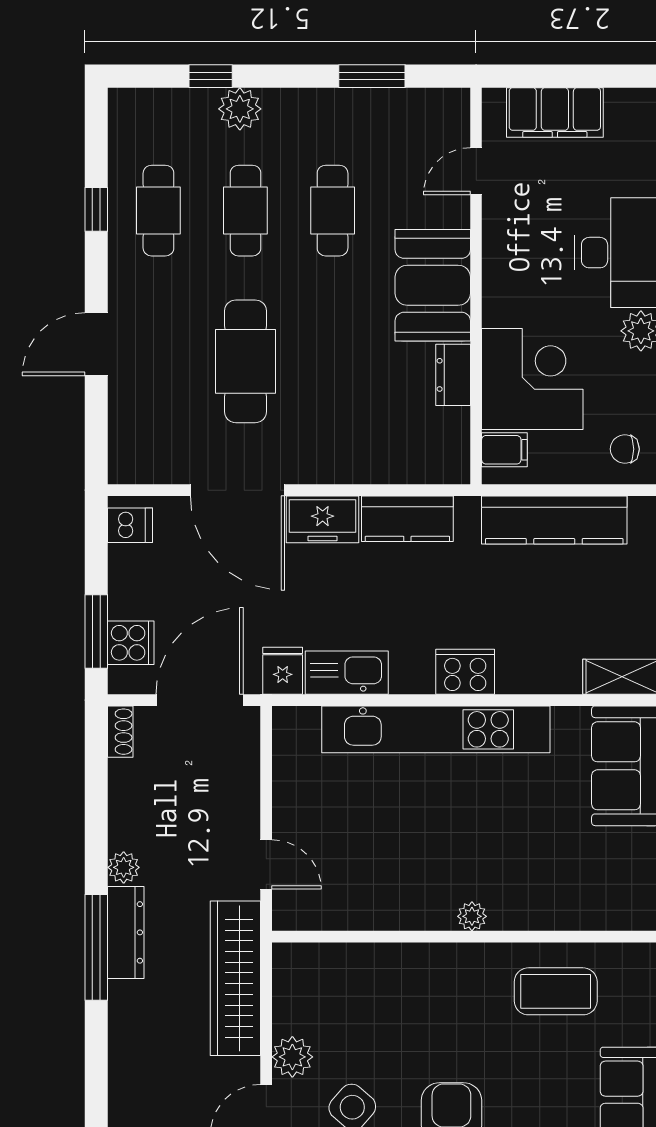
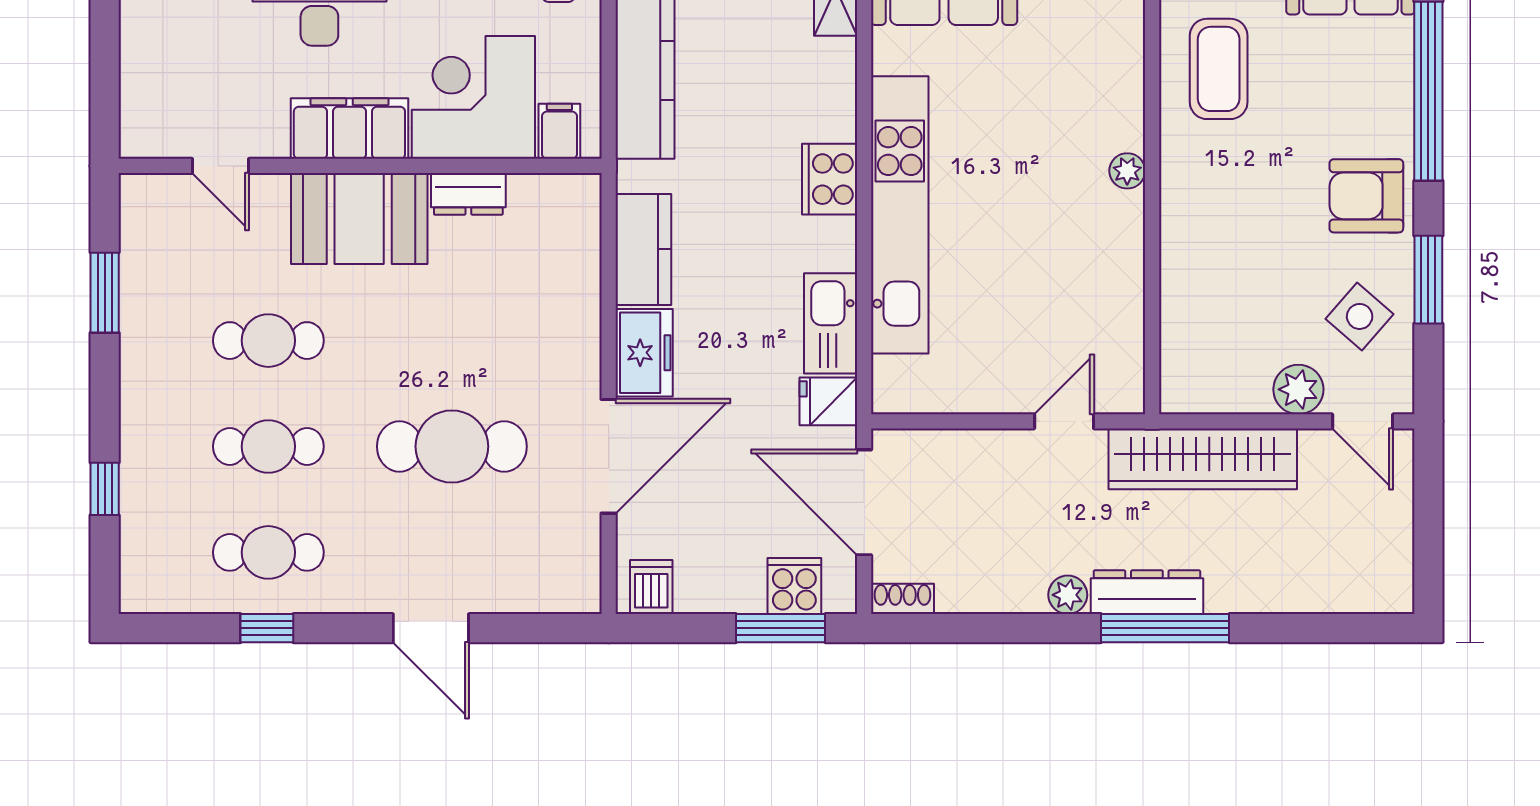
plant: (240, 109) -> (145, 453), removed
filing cabinet: (555, 112) -> (349, 129), moved, turned -90

